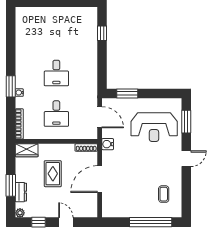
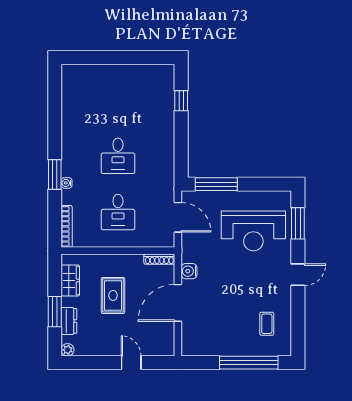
window: (127, 93) -> (216, 184), width x1.44
water cooler: (108, 144) -> (189, 271), moved
wardrobe: (27, 150) -> (70, 280), moved, turned -90
window: (39, 222) -> (93, 363), removed

